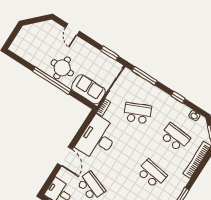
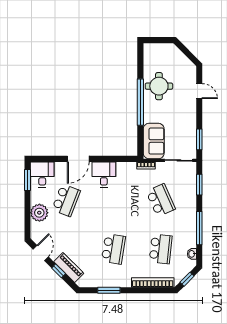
door: (72, 30) -> (199, 91), swing flipped
round table: (62, 68) -> (159, 86), moved
window: (145, 76) -> (199, 185), width x0.69
window: (178, 97) -> (199, 228), width x2.17
desk: (98, 138) -> (104, 175), width x0.53, depth x0.77

